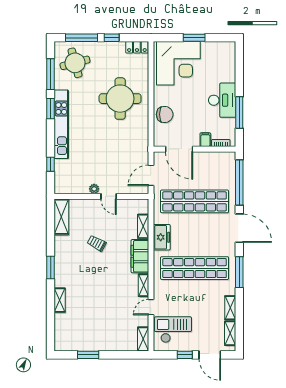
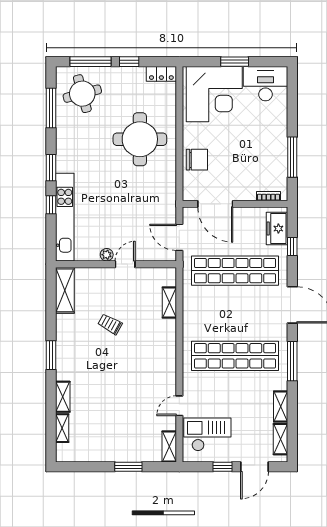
desk: (222, 100) -> (265, 84), moved, turned -90
window: (51, 109) -> (51, 168), moved
kitchen unit: (61, 124) -> (65, 217), moved
filing cabinet: (205, 140) -> (249, 192), removed
window: (51, 164) -> (51, 205), moved
door: (151, 175) -> (179, 237), hinge flipped
window: (239, 182) -> (292, 246), width x0.32
door: (109, 196) -> (125, 264), swing flipped
freezer: (162, 237) -> (277, 229), moved, turned 180
filing cabinet: (140, 256) -> (165, 341), removed
shelving: (143, 285) -> (62, 428), moved
window: (88, 355) -> (128, 467), moved
door: (210, 355) -> (254, 467), hinge flipped

